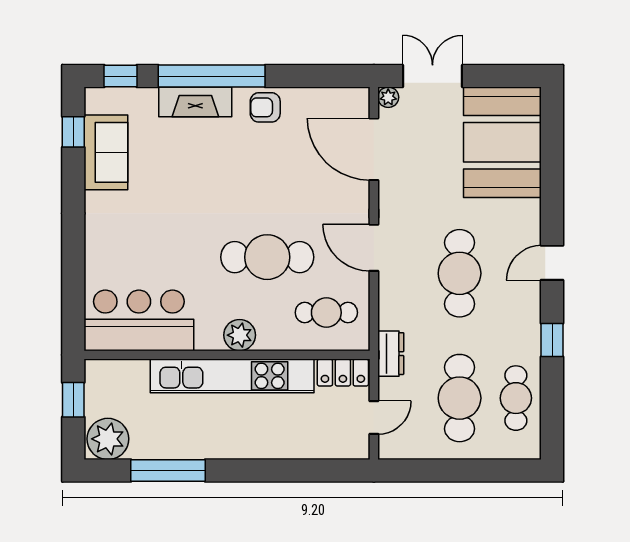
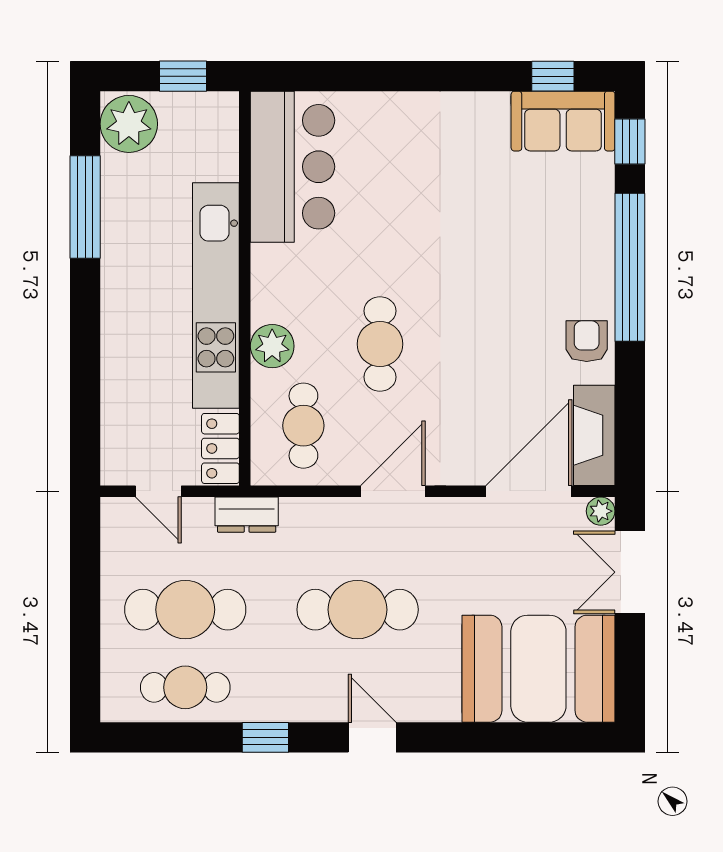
double door: (433, 76) -> (630, 572), swing flipped
fireplace: (195, 102) -> (594, 435), moved
sofa: (106, 152) -> (563, 121), moved
cafe table: (267, 257) -> (380, 344), width x0.73, depth x0.74
plant: (240, 335) -> (272, 346), moved

